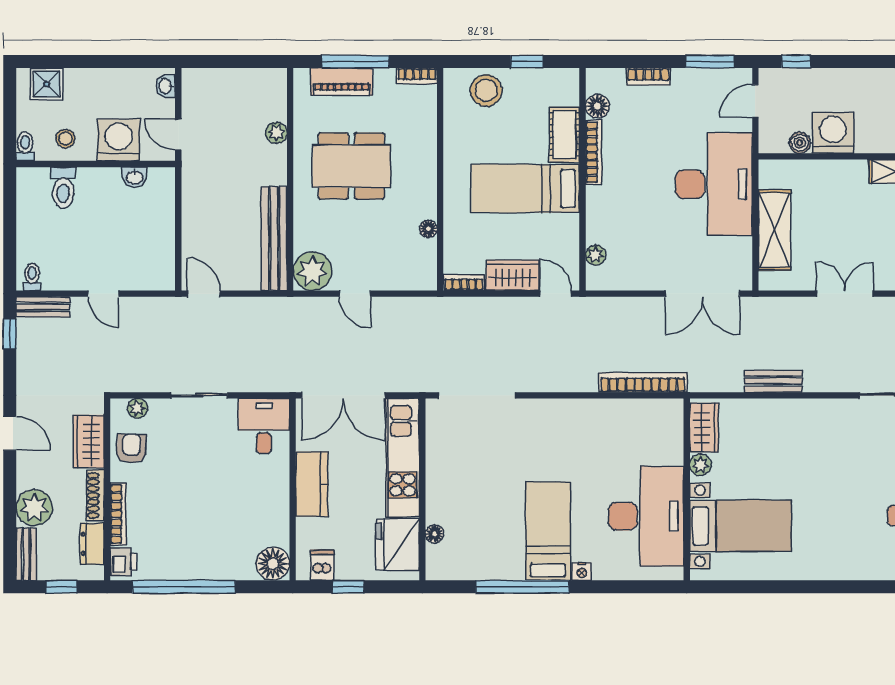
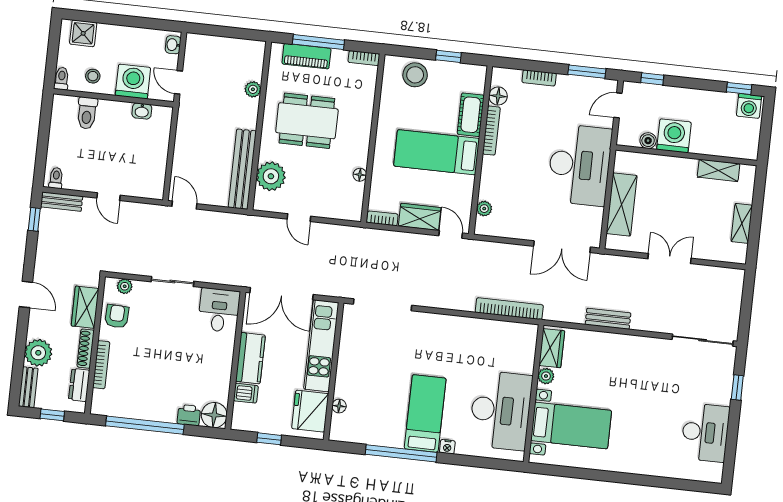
plant: (312, 271) -> (271, 176), moved
printer: (123, 562) -> (189, 415), moved, turned -90
dishwasher: (322, 565) -> (246, 393), moved, turned 90

